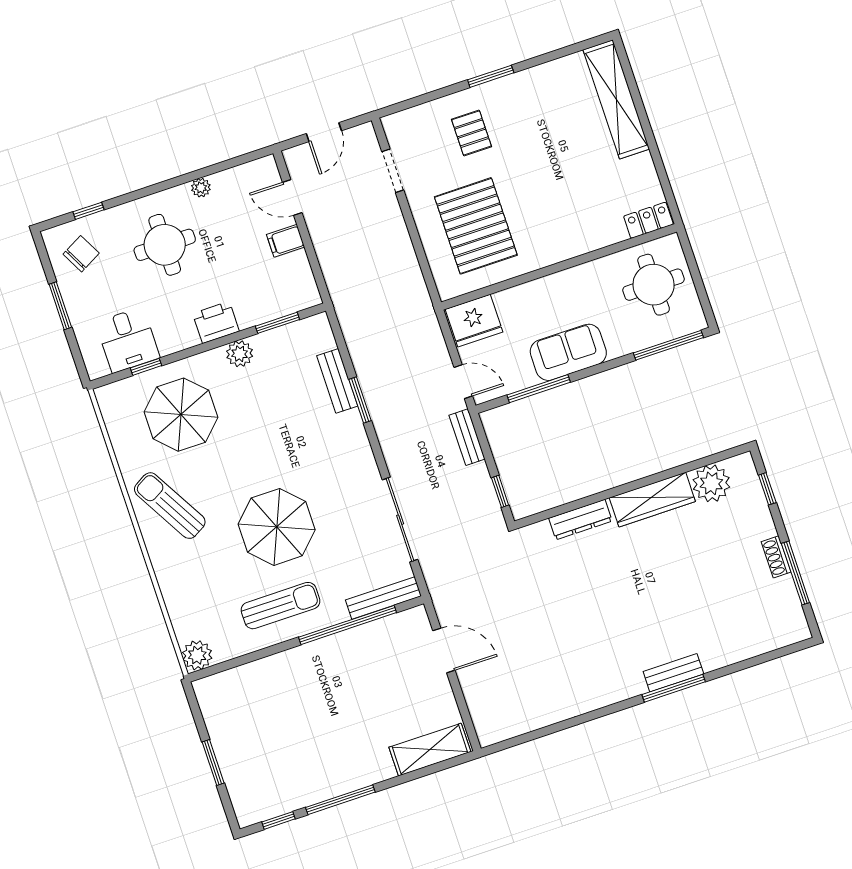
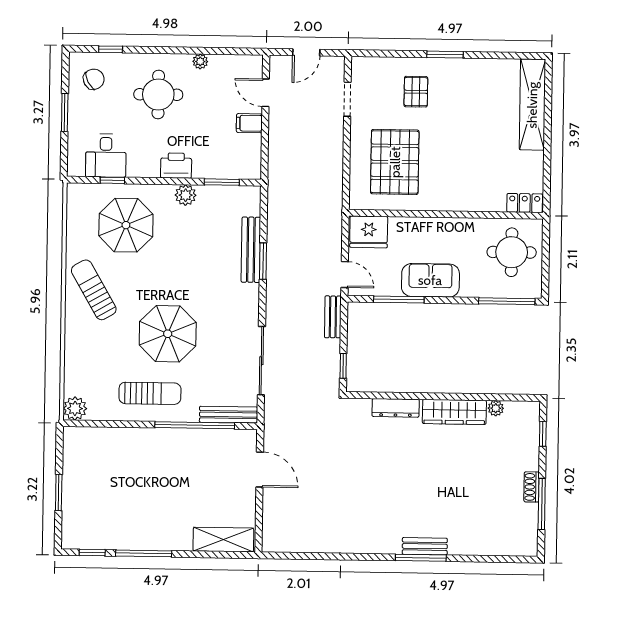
bench: (337, 381) -> (251, 250), width x1.36
plant: (711, 483) -> (496, 408), width x0.53, depth x0.53

